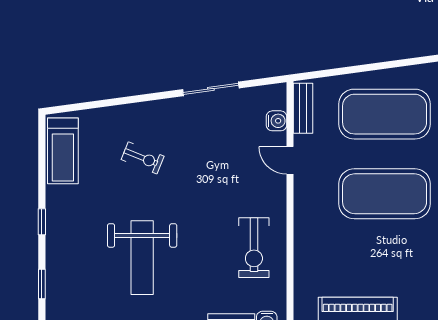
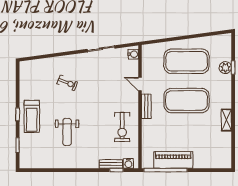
bench: (303, 108) -> (146, 106), moved
water cooler: (277, 121) -> (133, 54), moved
treadmill: (63, 151) -> (32, 116), moved
weight bench: (142, 258) -> (67, 132), width x0.73, depth x0.75

